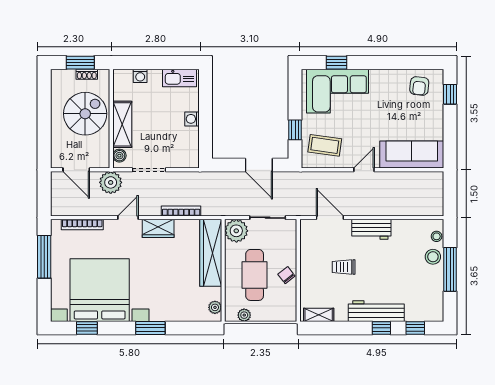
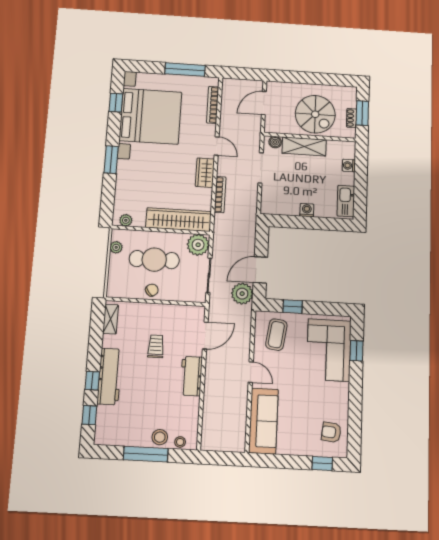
plant: (111, 182) -> (242, 294), moved

